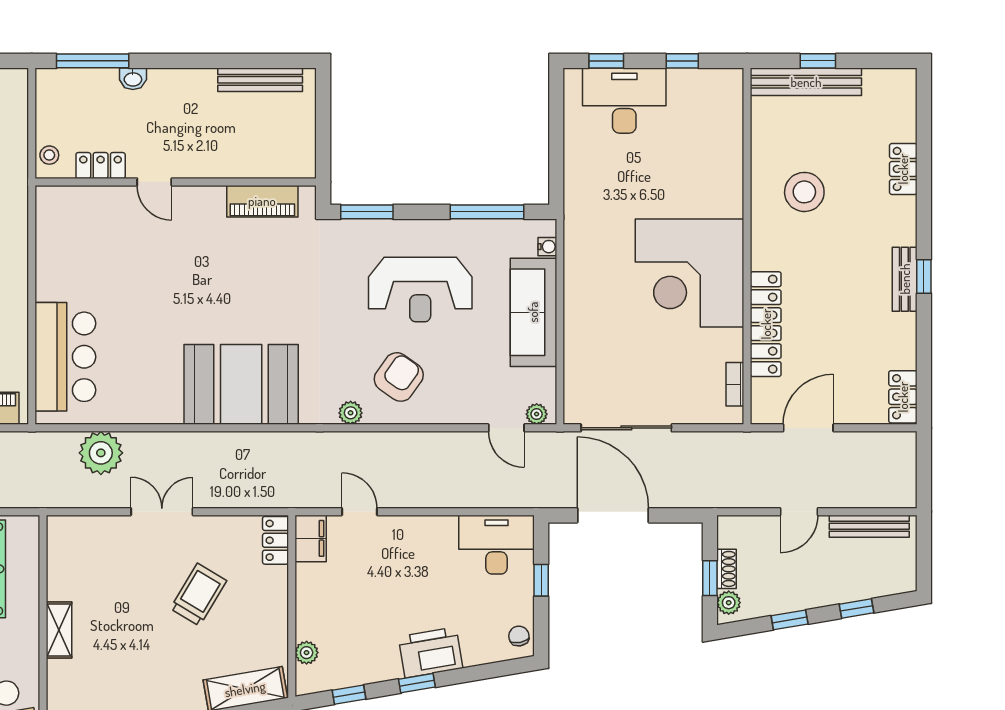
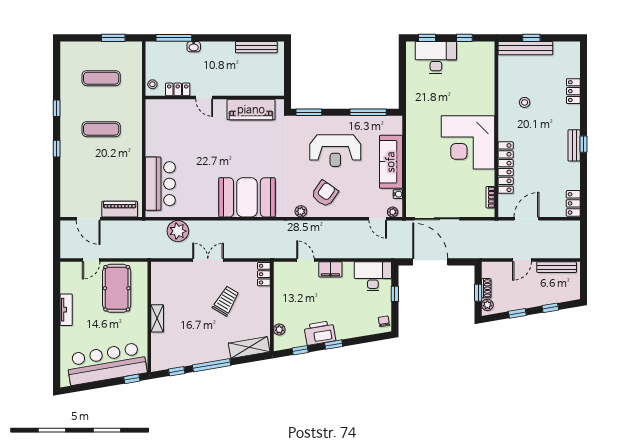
stool: (804, 192) -> (525, 102), width x0.53, depth x0.53
piano: (262, 201) -> (251, 110), width x1.37, depth x1.33
water cooler: (547, 247) -> (398, 194), moved
filing cabinet: (311, 538) -> (330, 269), moved, turned 90
printer: (431, 652) -> (320, 333), moved

